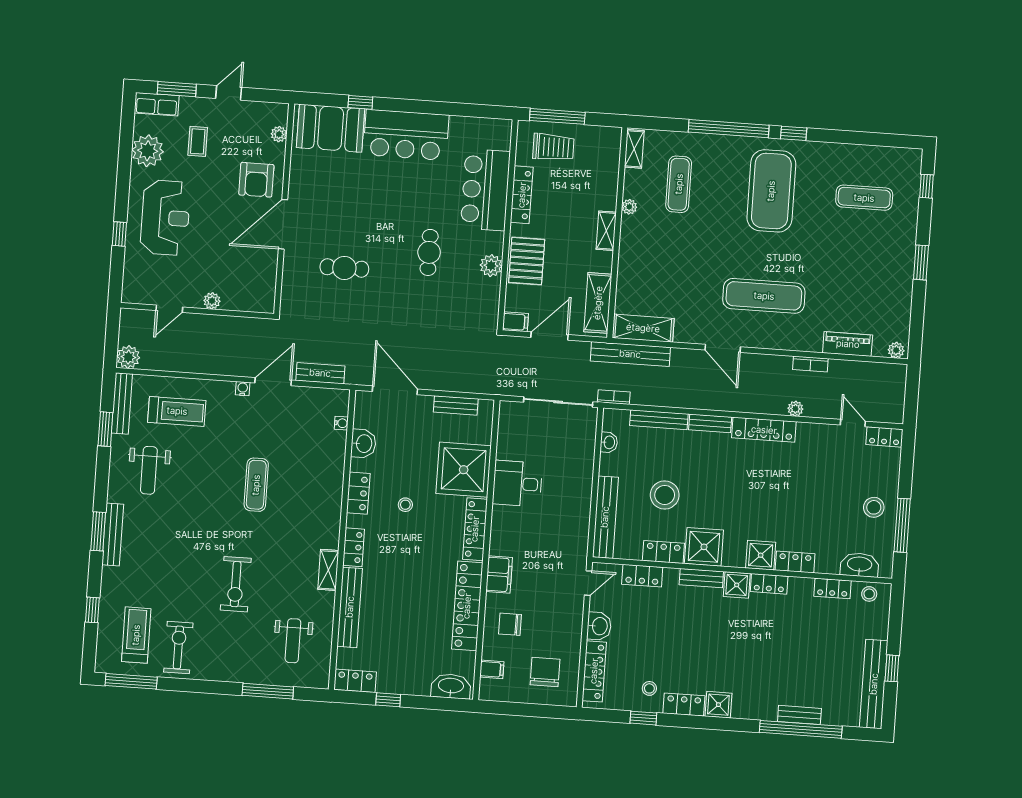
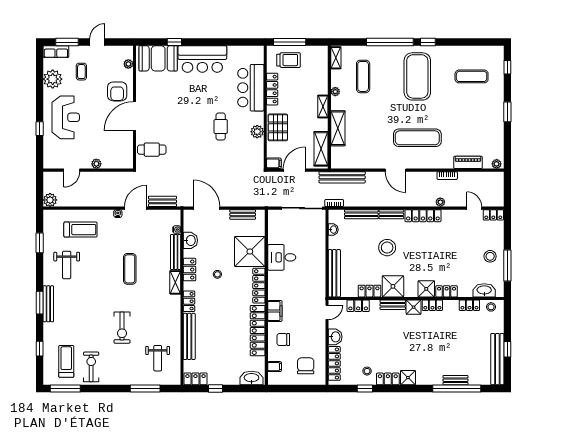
cafe table: (344, 268) -> (152, 150), moved
shelving: (643, 328) -> (338, 128), moved, turned 90
bench: (122, 404) -> (176, 252), moved
stool: (665, 495) -> (387, 248), moved
shelving: (328, 570) -> (175, 282), moved

